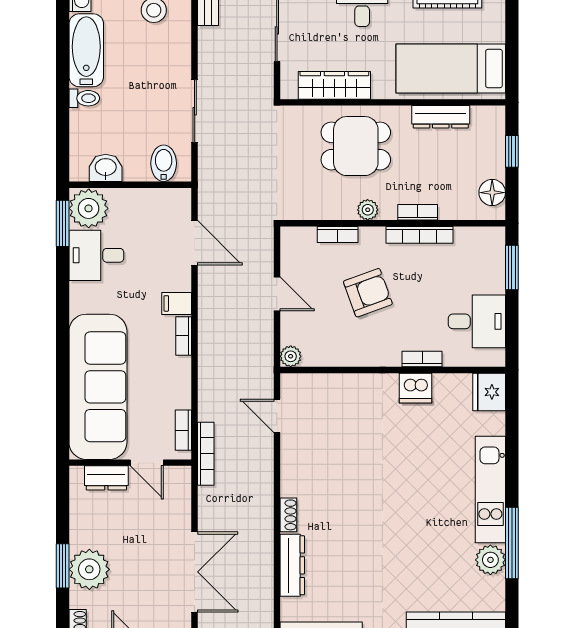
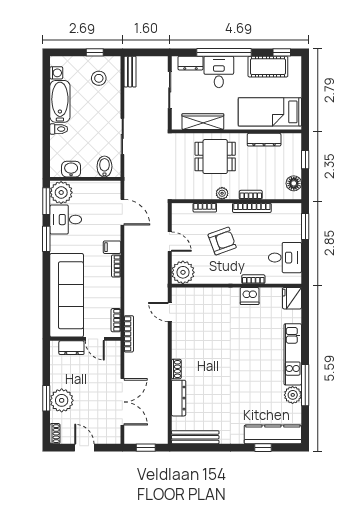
window: (63, 289) -> (46, 239), added
plant: (291, 356) -> (183, 272), width x1.88, depth x1.88

